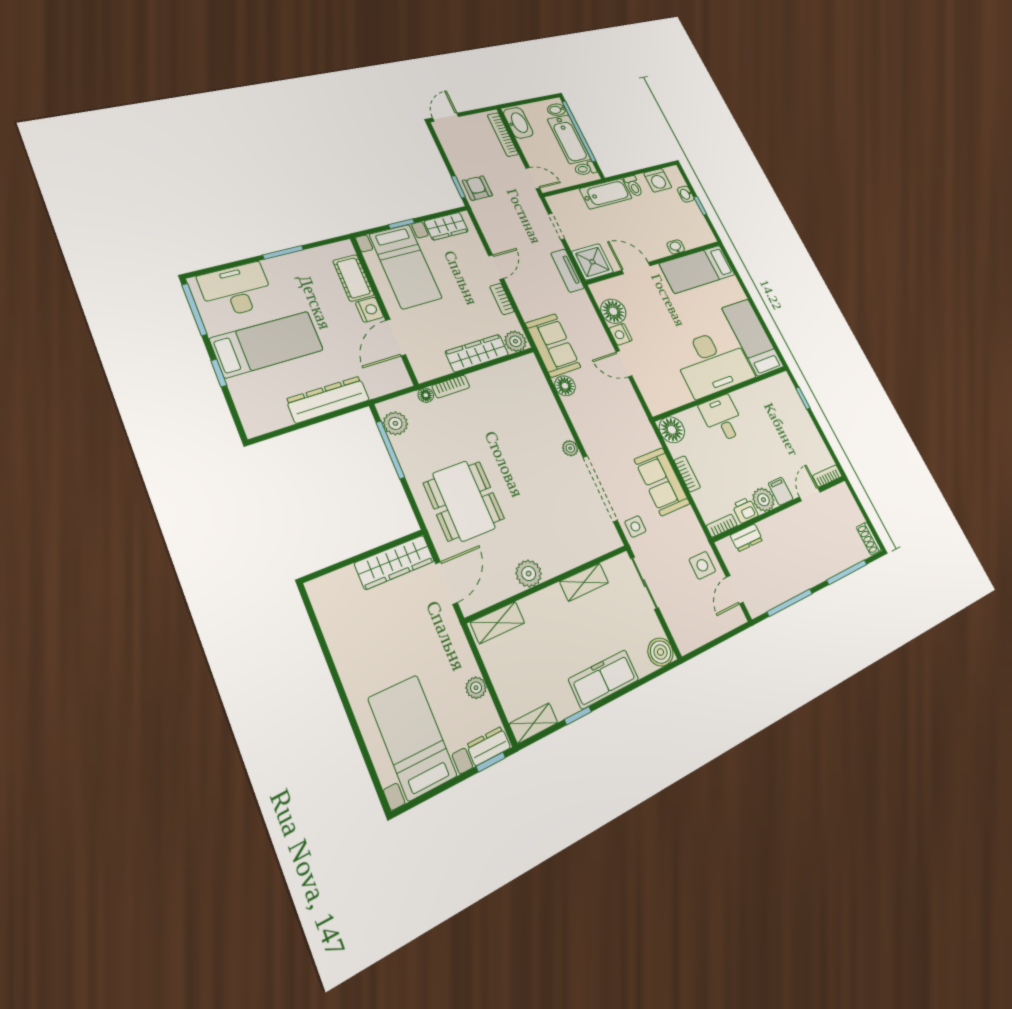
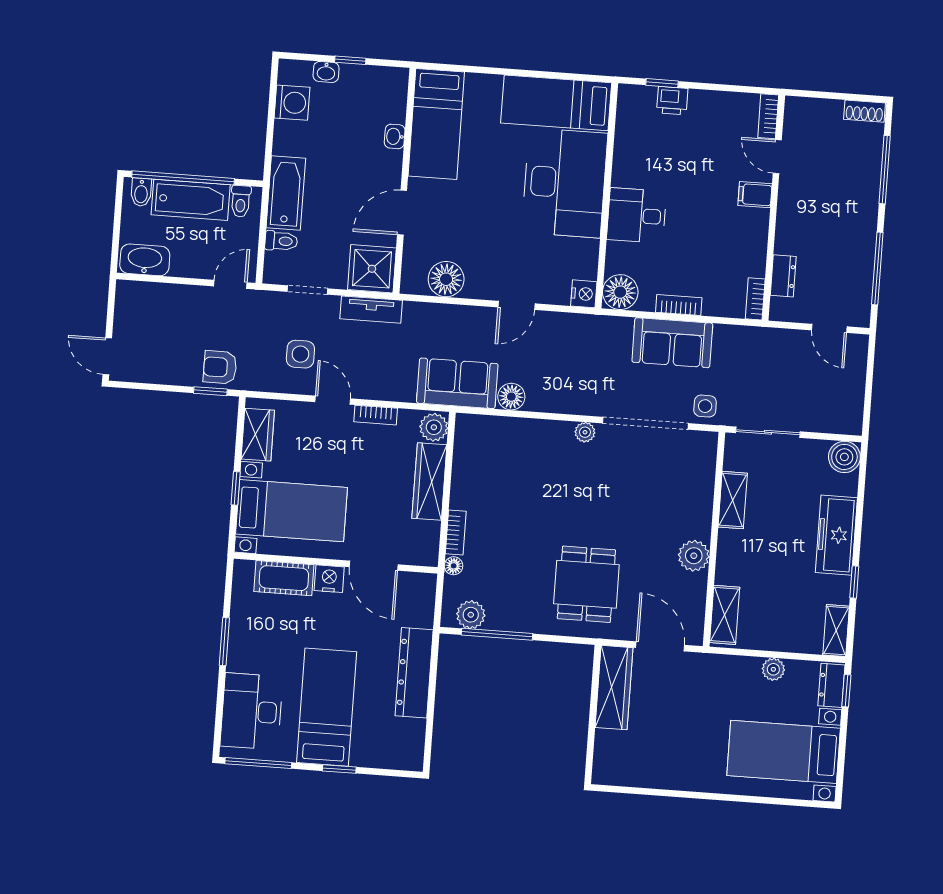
bookcase: (503, 135) -> (155, 291), removed
toilet: (634, 186) -> (281, 241), moved
nightstand: (621, 334) -> (584, 294), moved, turned -90
plant: (763, 500) -> (753, 225), removed
dining table: (464, 501) -> (586, 584), width x0.73
printer: (745, 510) -> (672, 101), moved, turned -90
side table: (702, 565) -> (300, 354), moved

